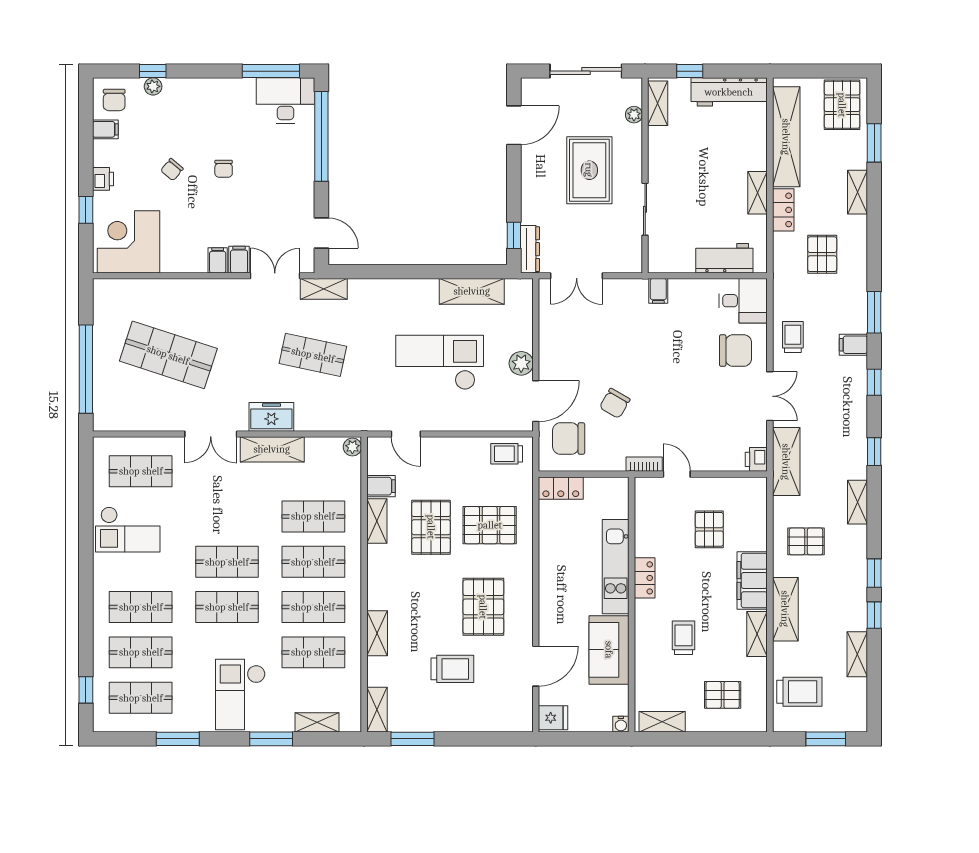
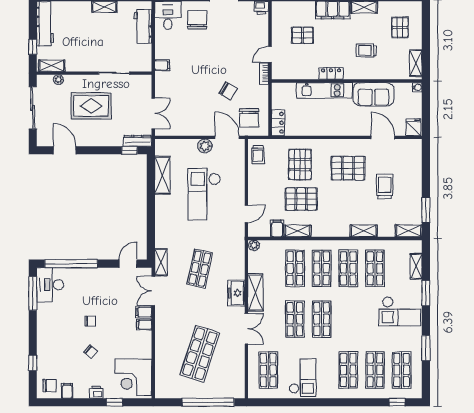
plant: (153, 86) -> (42, 363), removed
shop shelf: (227, 607) -> (295, 319), moved

